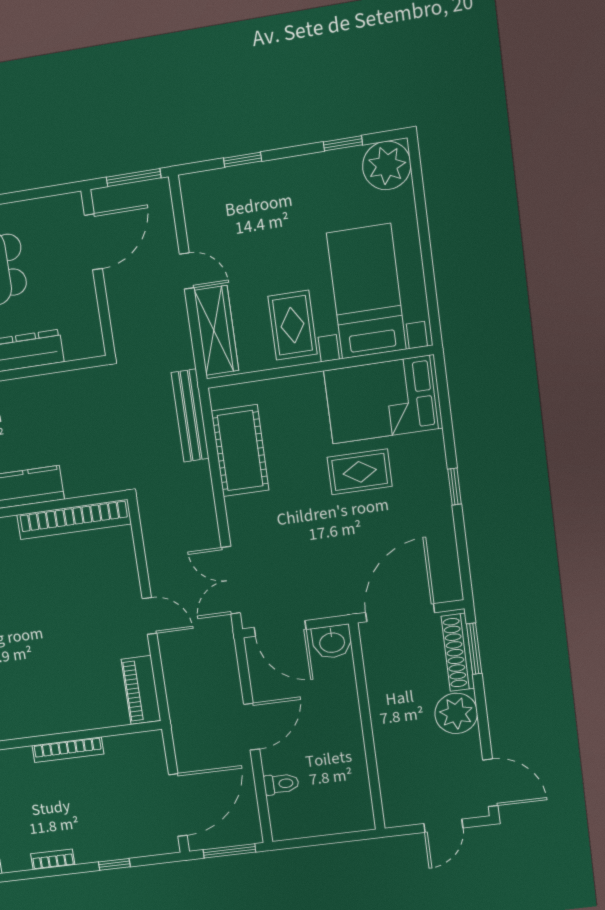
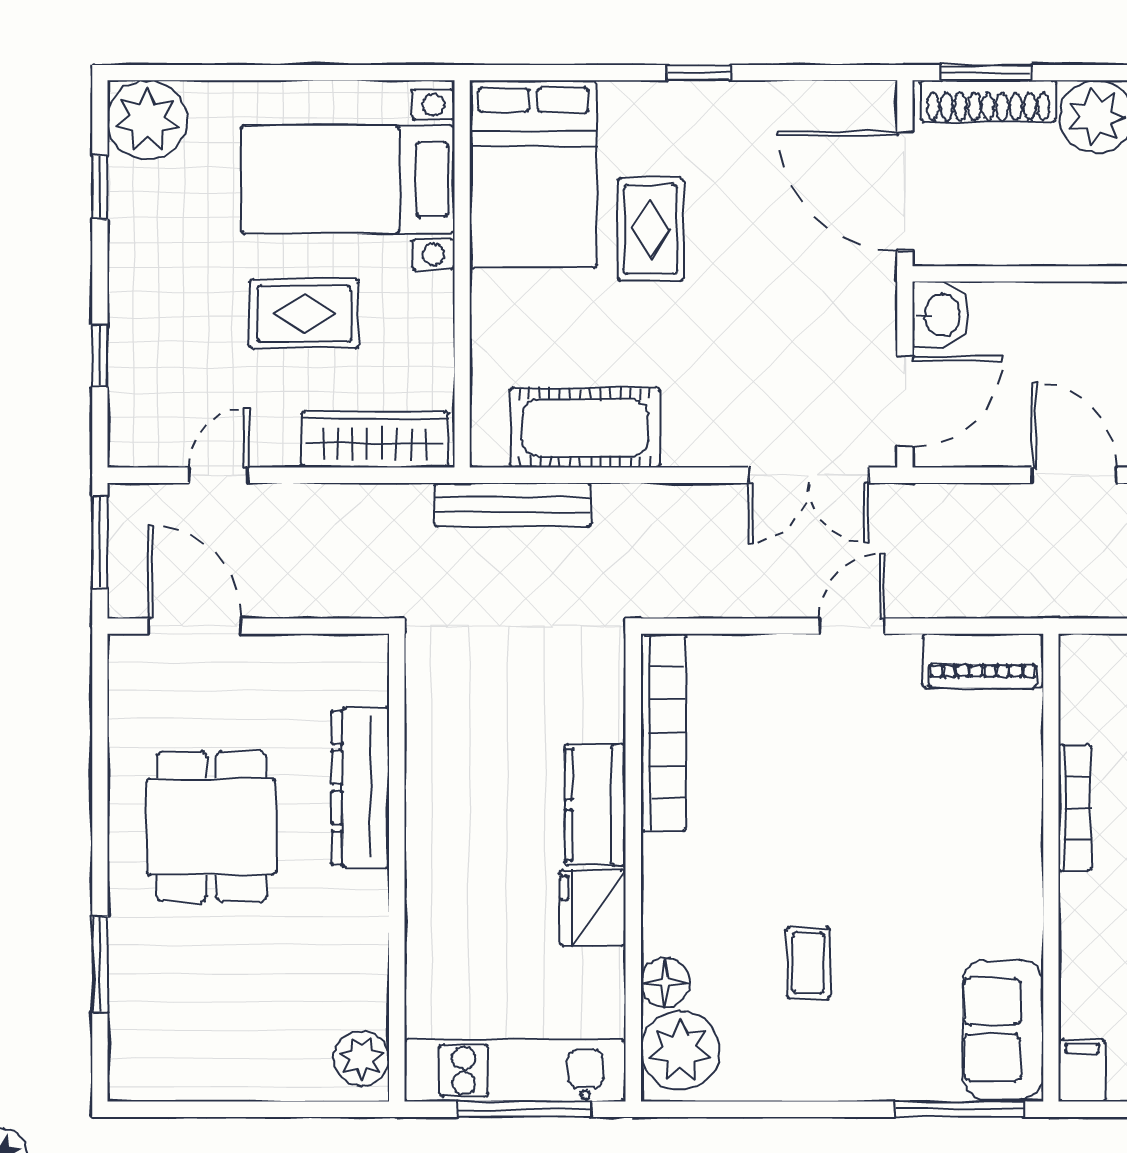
door: (187, 271) -> (219, 475), moved
rug: (293, 325) -> (304, 314), moved

